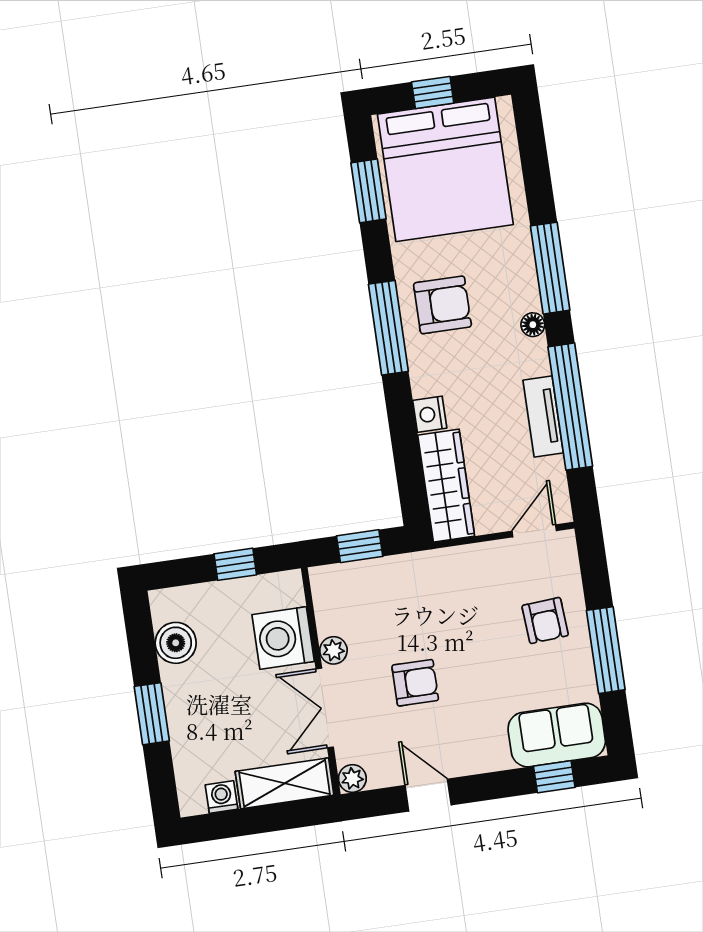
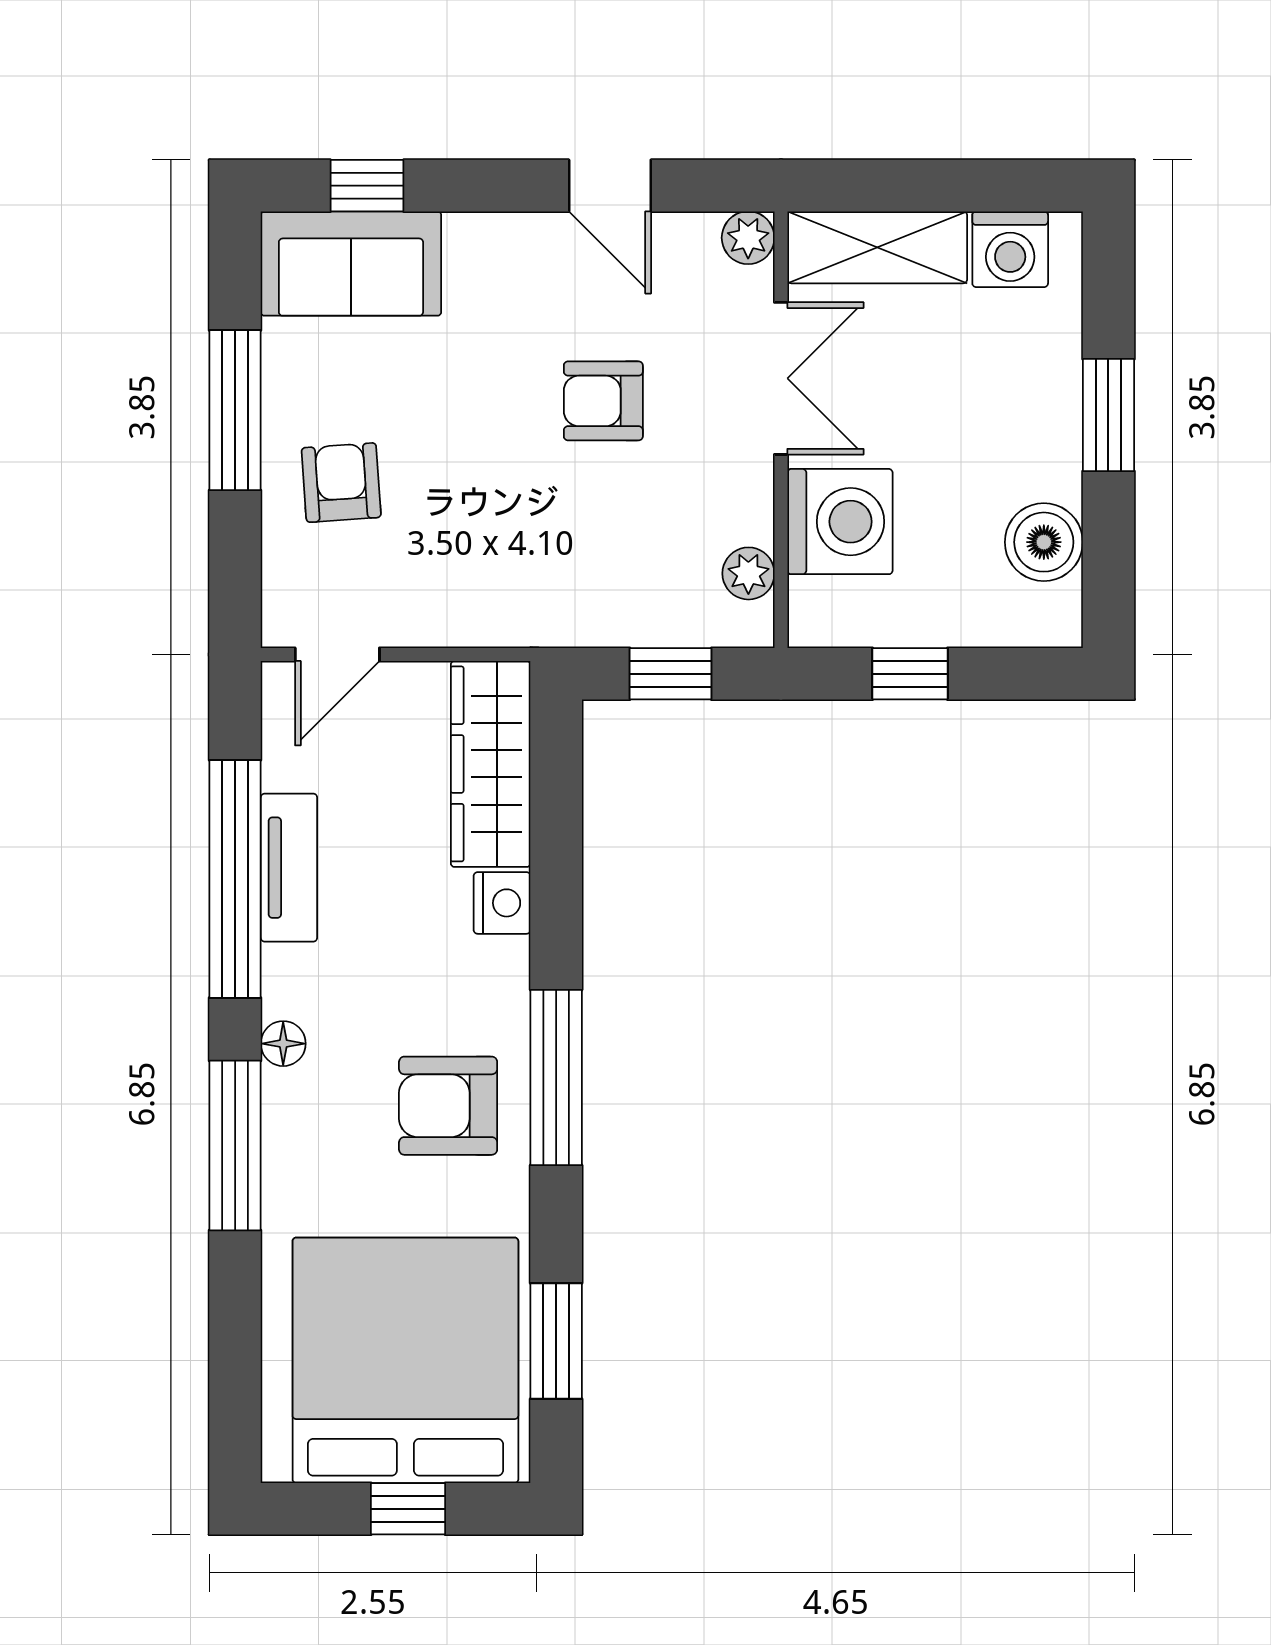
plant: (333, 650) -> (748, 573), moved
washing machine: (222, 797) -> (1010, 249), width x1.38, depth x1.38

